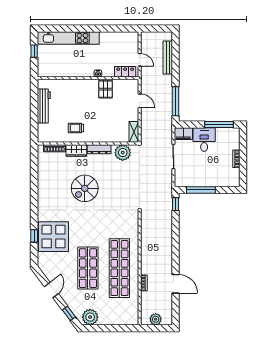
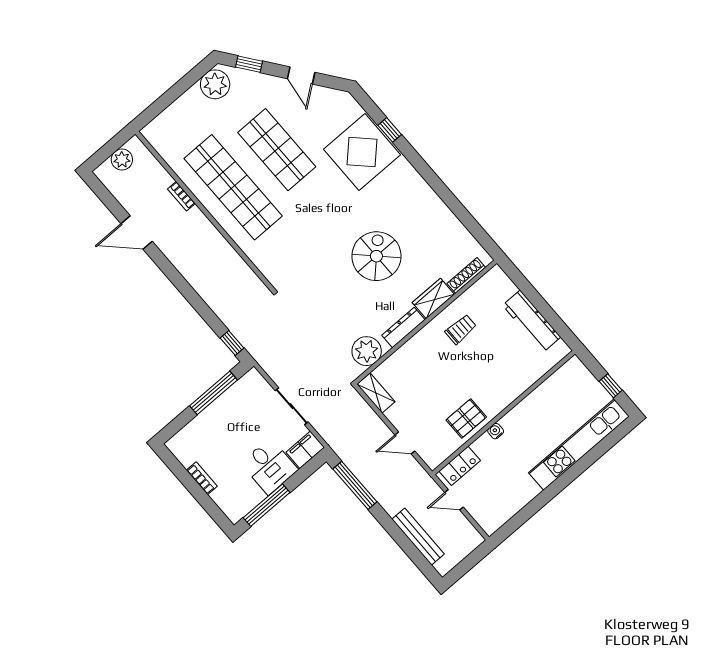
pallet: (106, 89) -> (466, 418), turned 90

